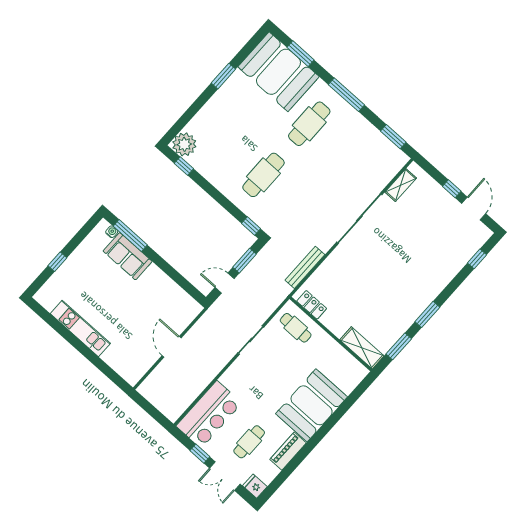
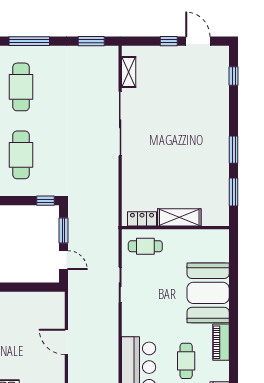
bench: (305, 267) -> (112, 196), removed
door: (225, 283) -> (63, 260), swing flipped
shelving: (362, 348) -> (179, 217), moved

